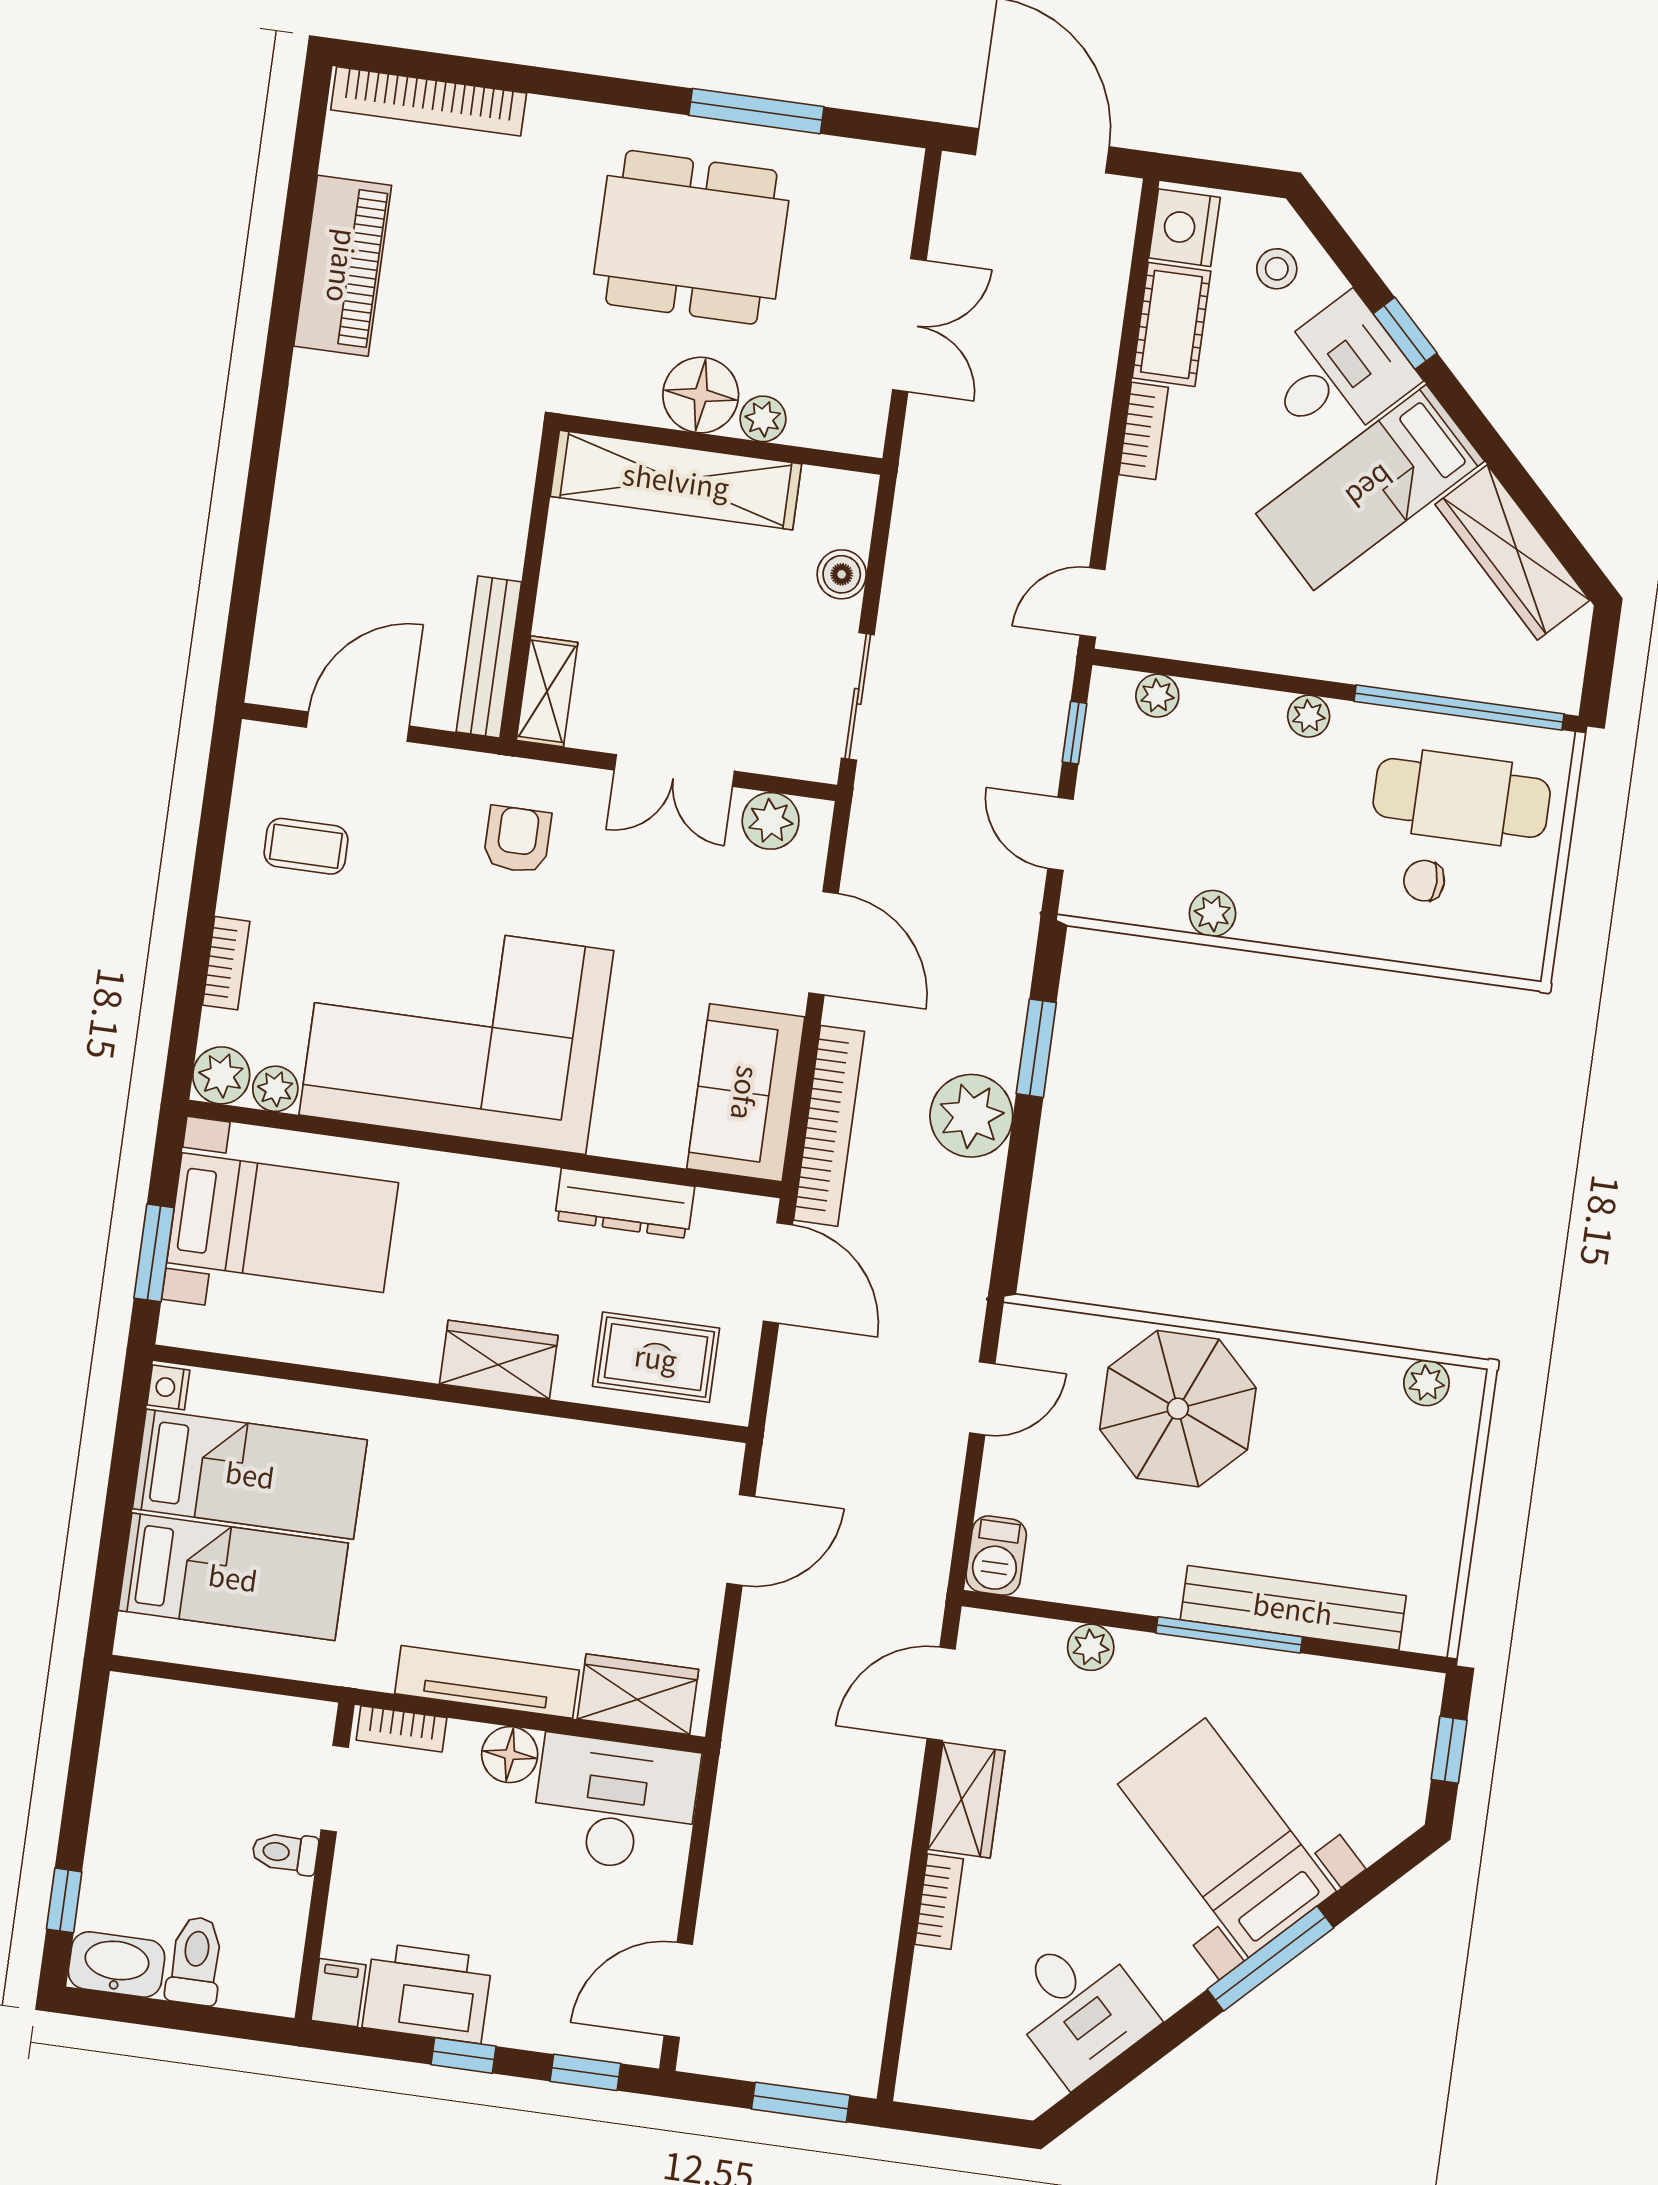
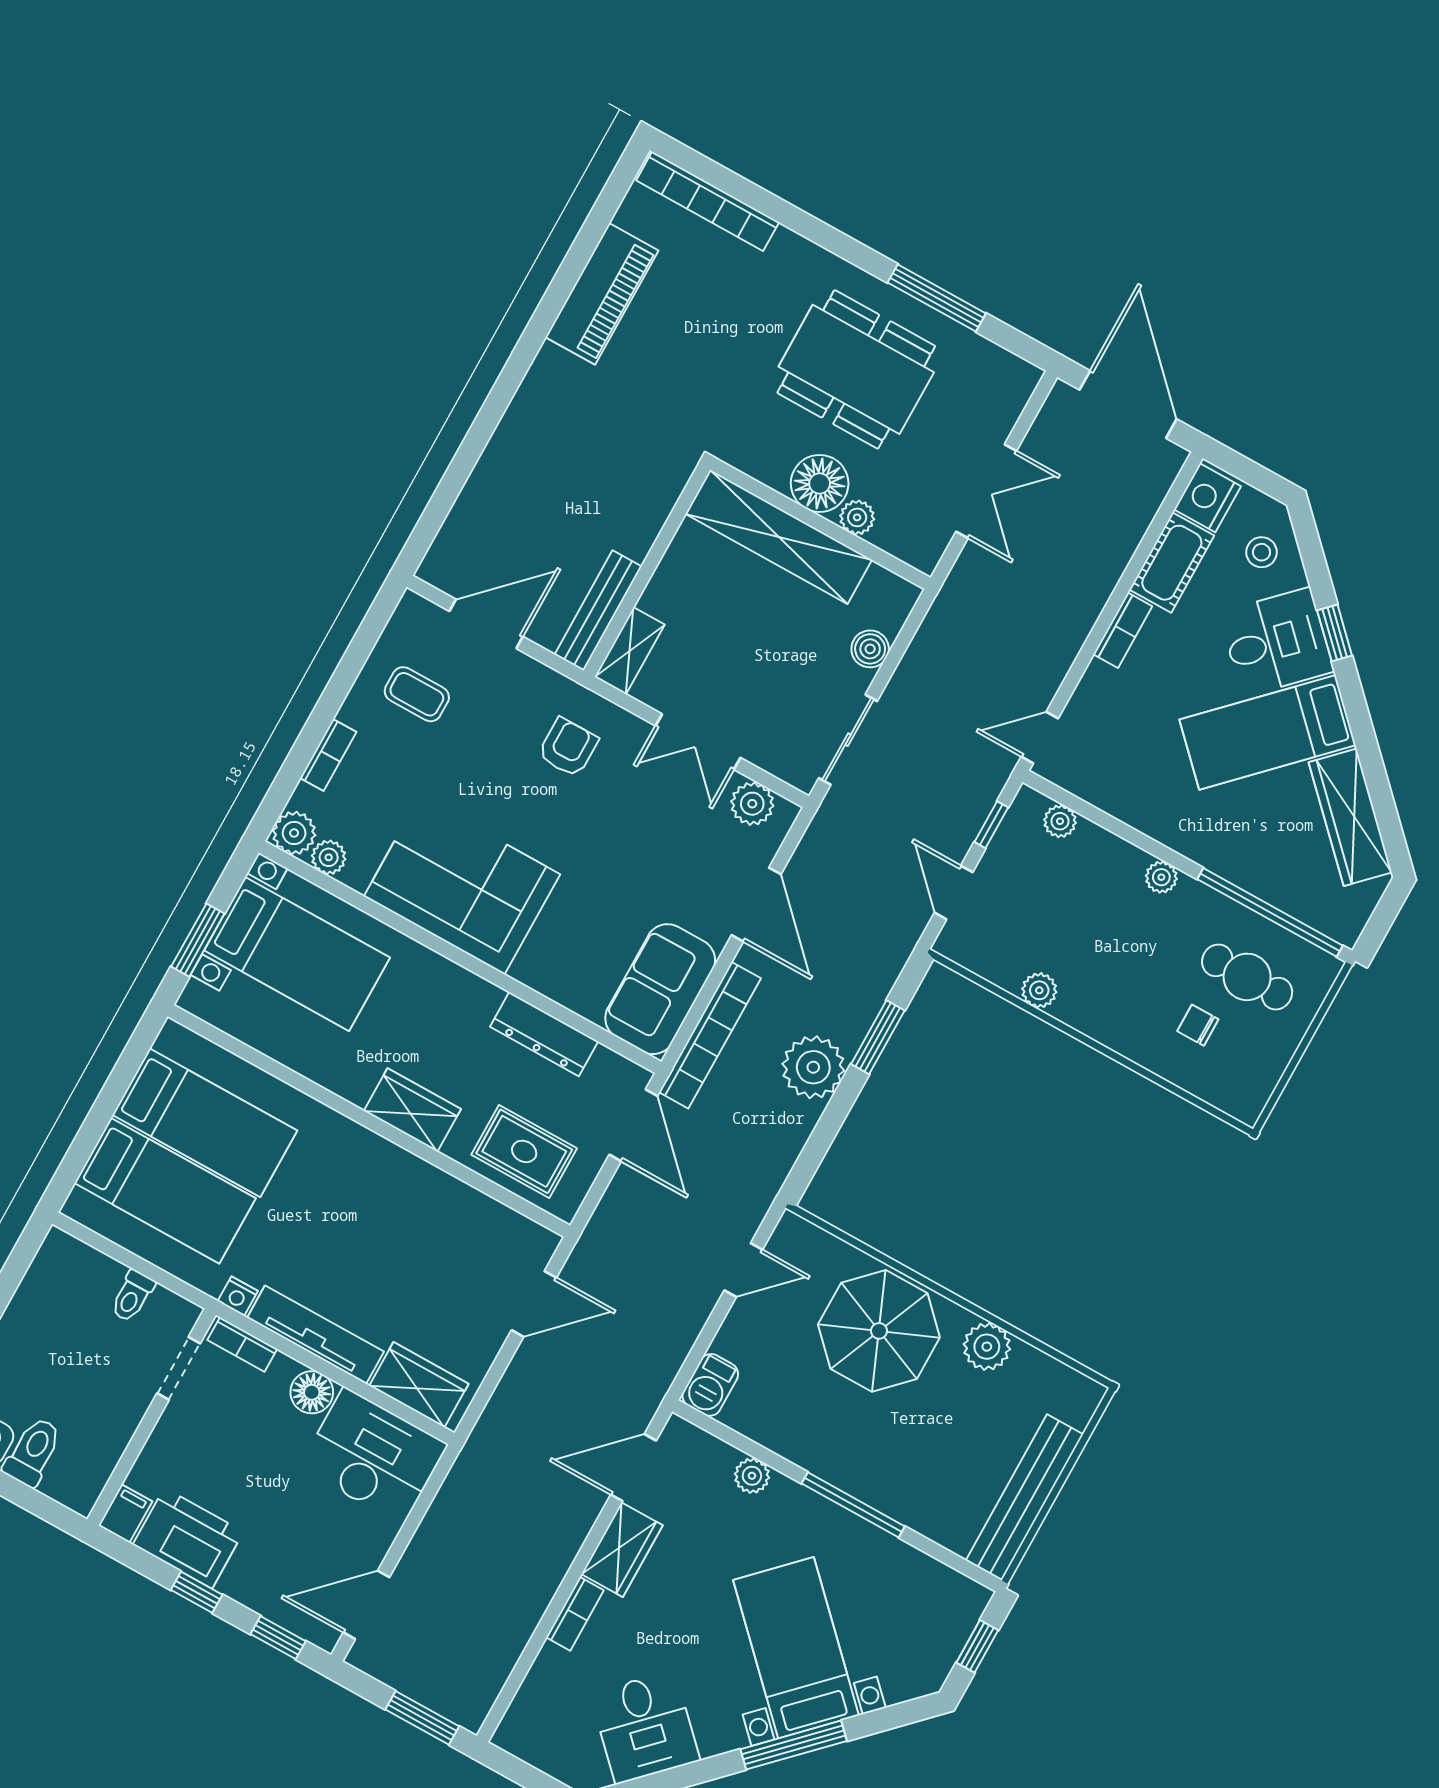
cafe table: (1462, 798) -> (1247, 977), width x0.73, depth x0.74
corner sofa: (456, 1033) -> (462, 885), width x0.73, depth x0.74
plant: (1426, 1383) -> (987, 1347), moved, width x1.38, depth x1.38
nightstand: (168, 1387) -> (238, 1296), moved, turned -90
bench: (1293, 1608) -> (1024, 1497), moved, turned 90
toilet: (285, 1853) -> (132, 1296), moved, turned -90

